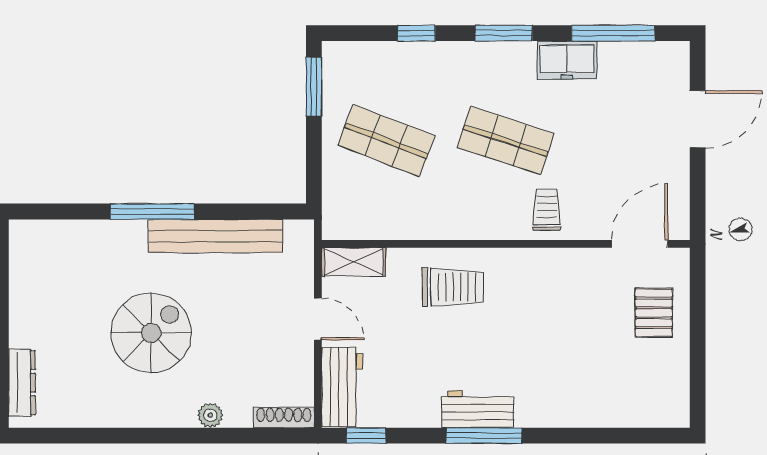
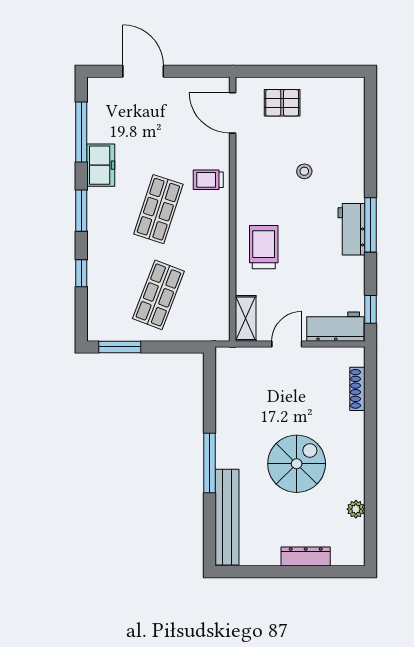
bench: (215, 236) -> (227, 517), moved
spiral stairs: (151, 333) -> (297, 464), turned 90
stool: (558, 344) -> (304, 171), added
dresser: (22, 383) -> (306, 557), moved
plant: (210, 415) -> (356, 509), moved
shoe rack: (284, 418) -> (357, 389), moved

